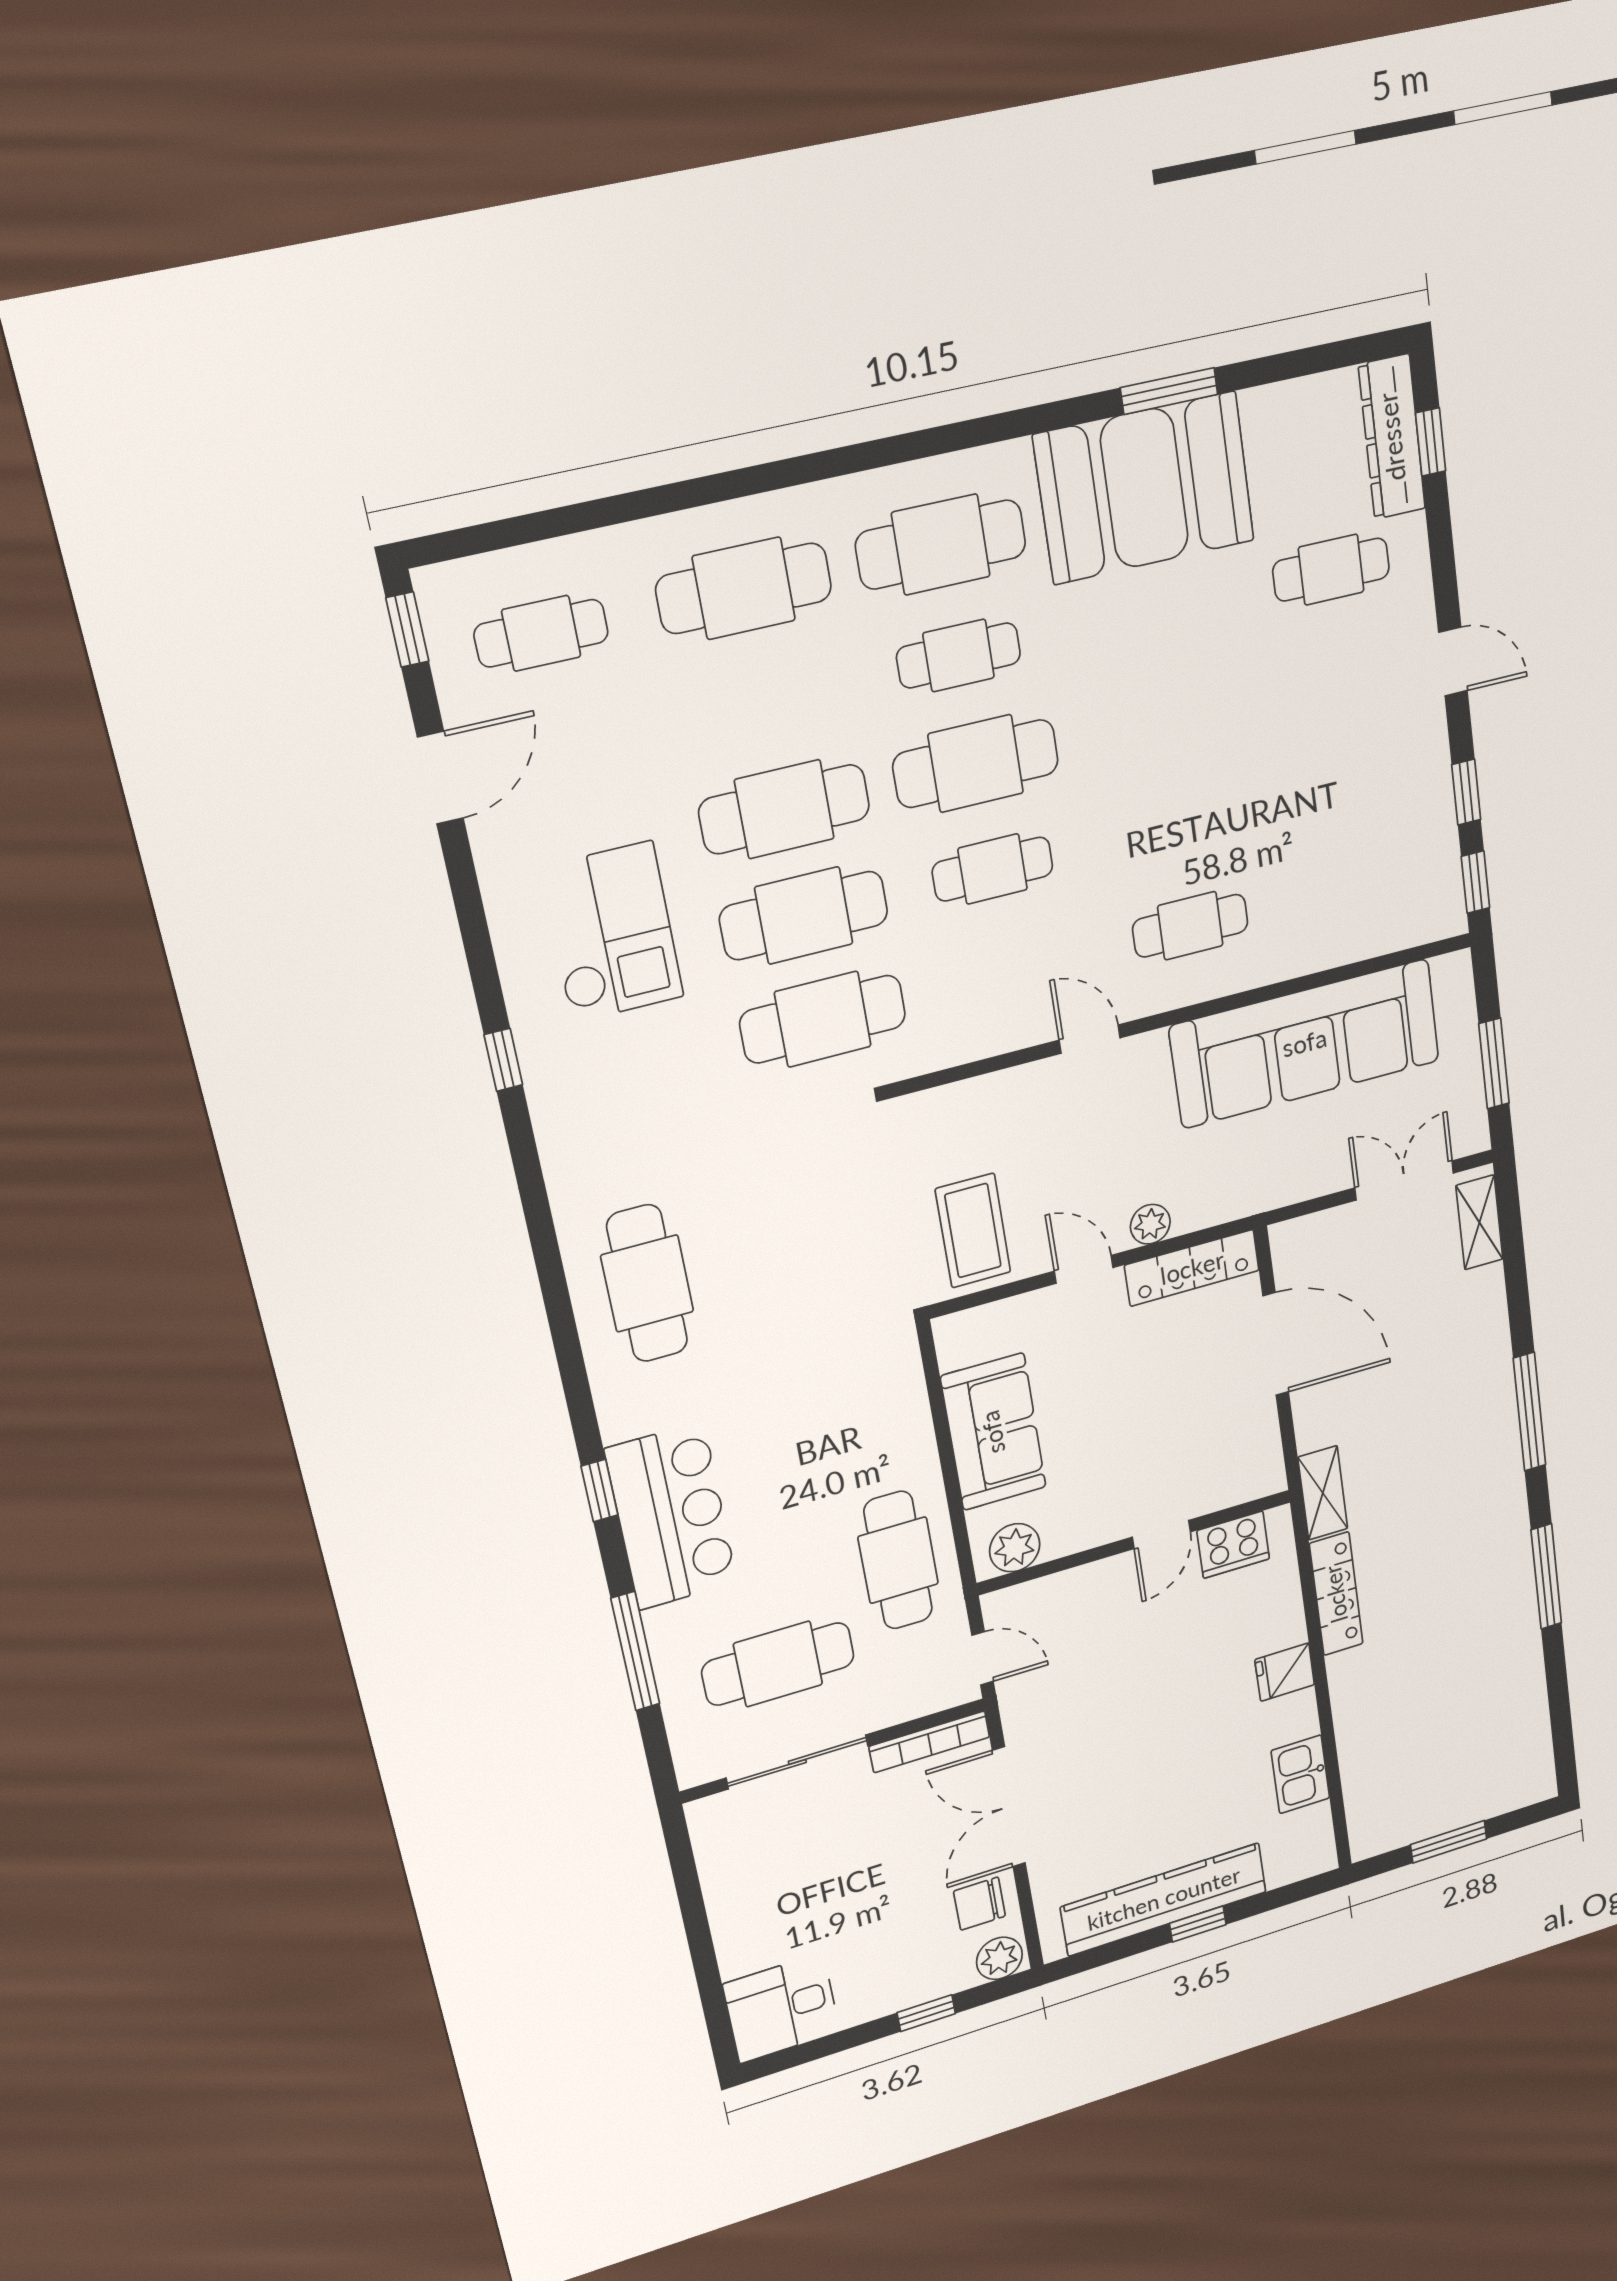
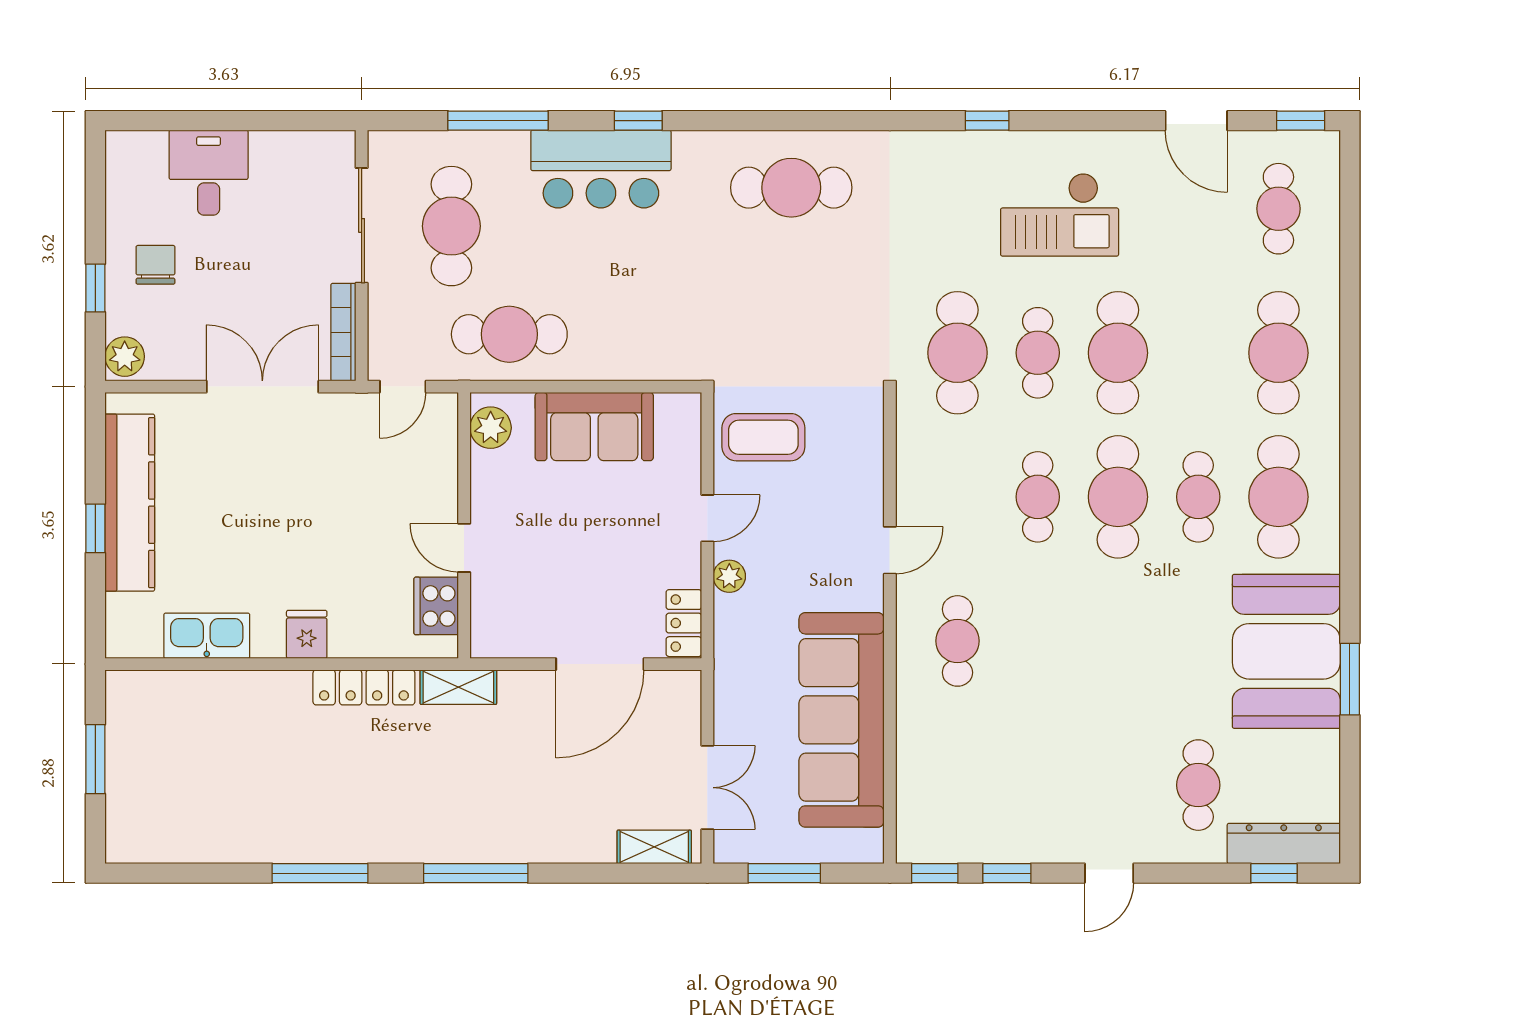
cafe table: (804, 916) -> (1038, 353), width x0.73, depth x0.74
locker: (1192, 1268) -> (684, 623), width x0.66
kitchen sink: (1300, 1774) -> (207, 636), width x1.38
chair: (980, 1904) -> (155, 265), moved
desk: (781, 2008) -> (209, 173), moved

